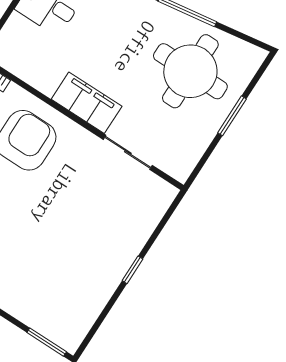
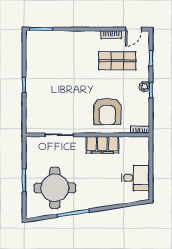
filing cabinet: (87, 103) -> (102, 145), moved

